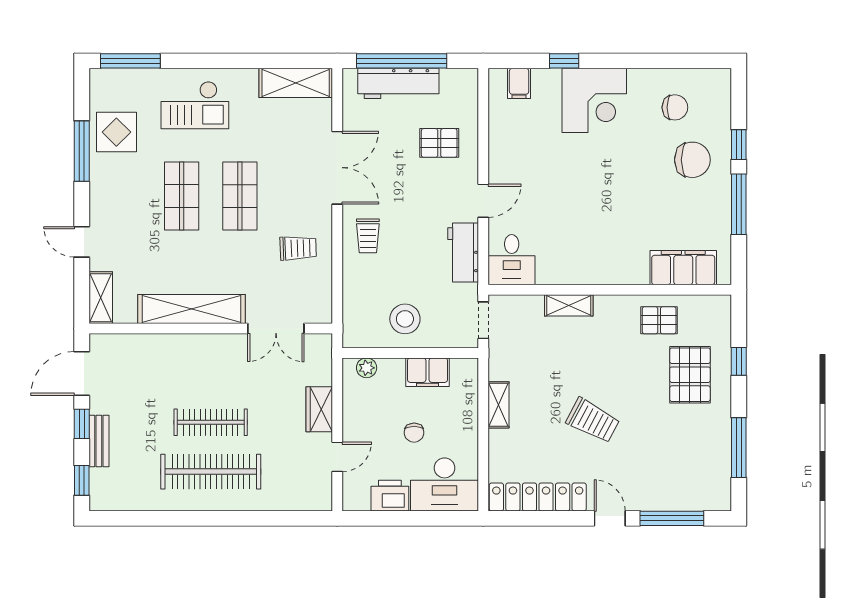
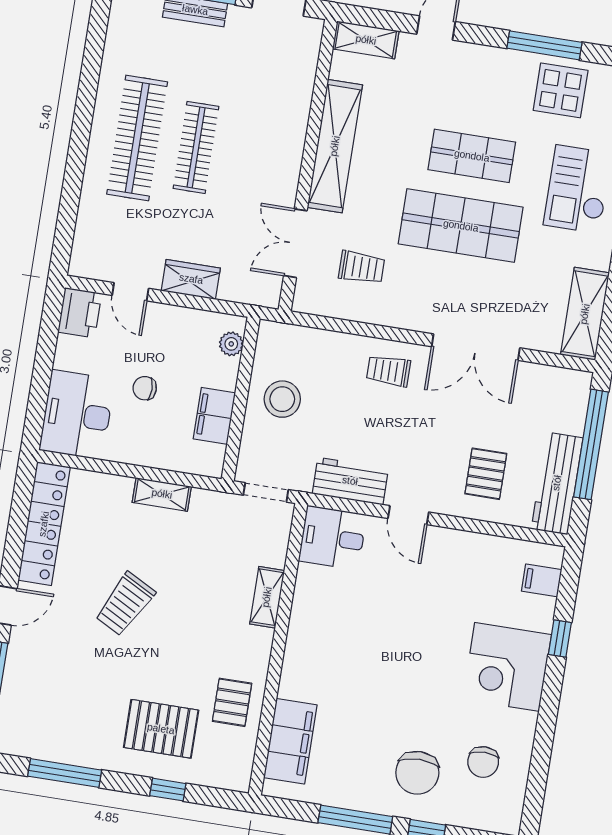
workbench: (398, 83) -> (557, 483), moved
shop shelf: (240, 196) -> (461, 226), width x1.43, depth x1.36
trolley: (298, 248) -> (362, 267), moved, turned -88
printer: (390, 496) -> (80, 313), moved

